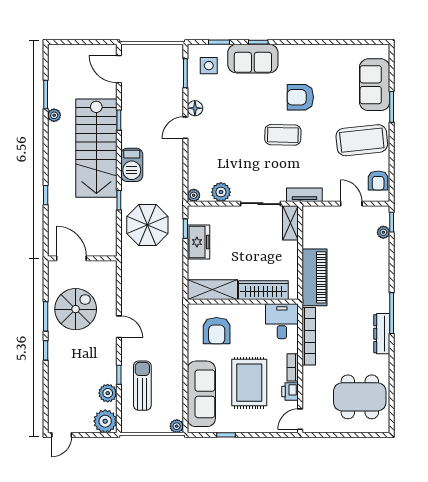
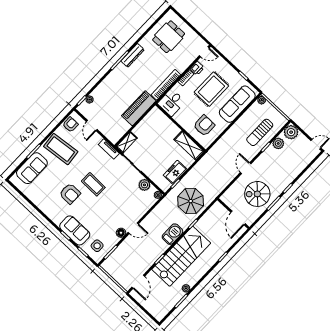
wardrobe: (263, 290) -> (167, 124), removed
dining table: (360, 397) -> (169, 37), width x0.73

